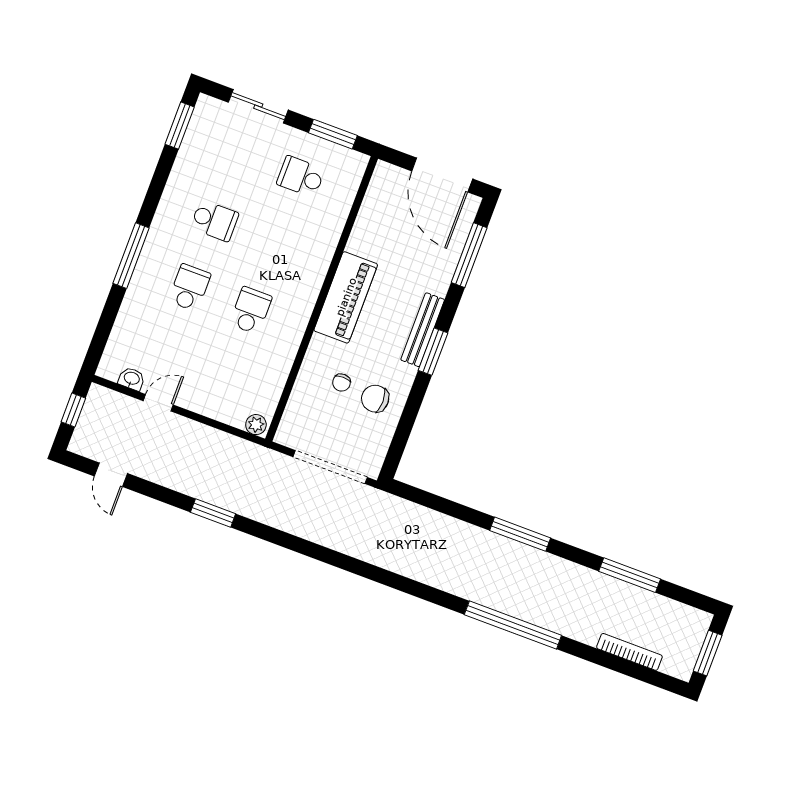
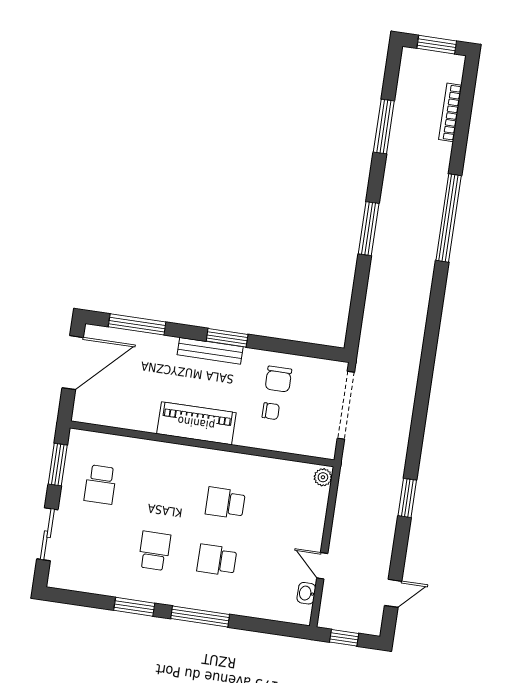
window: (180, 126) -> (134, 607), moved

